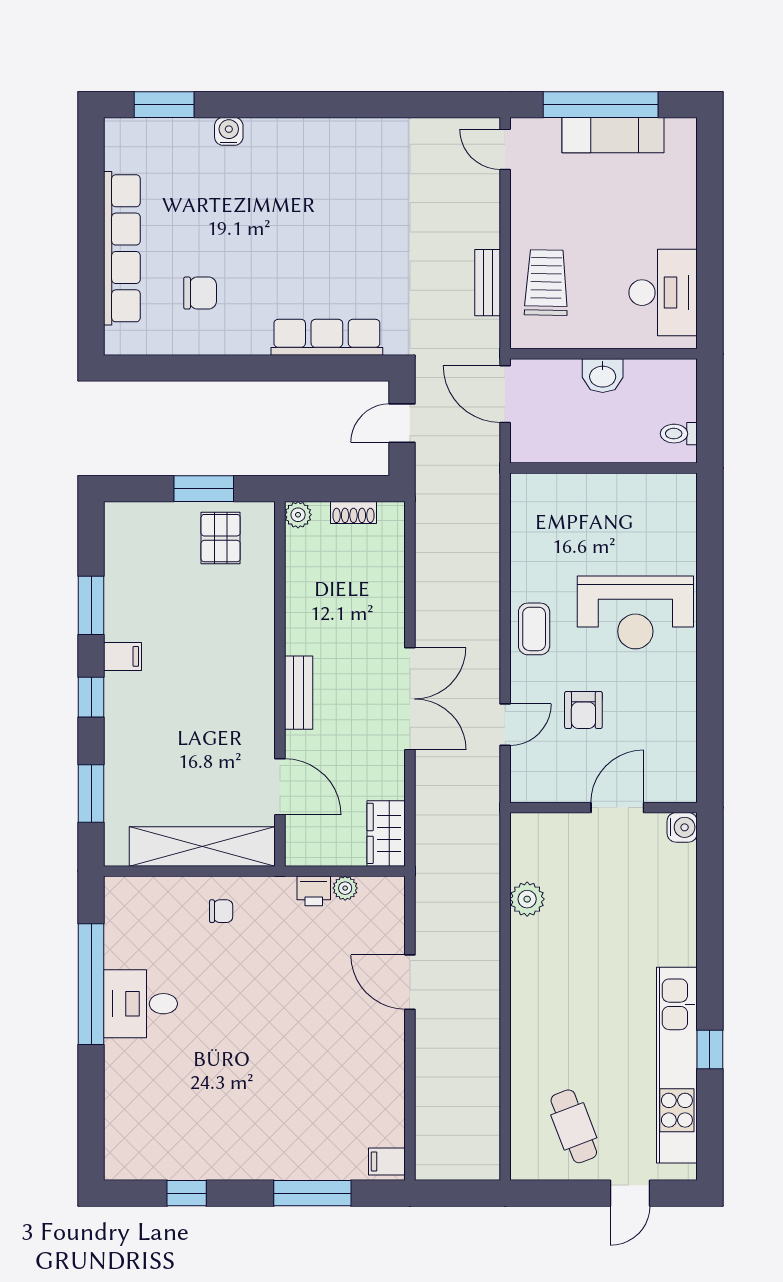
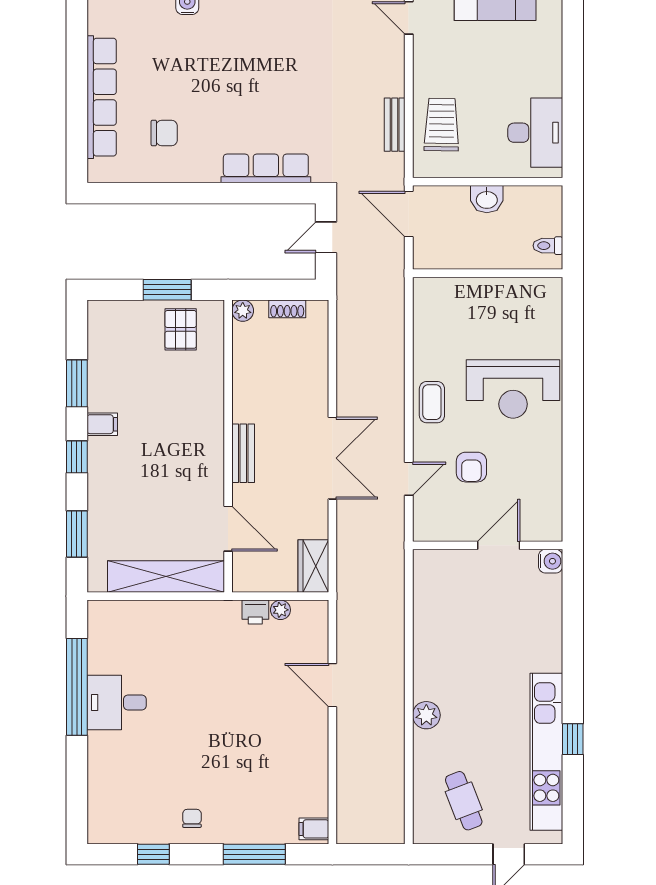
plant: (527, 899) -> (426, 715), moved
chair: (221, 911) -> (192, 818), moved, turned -90

